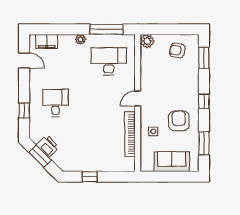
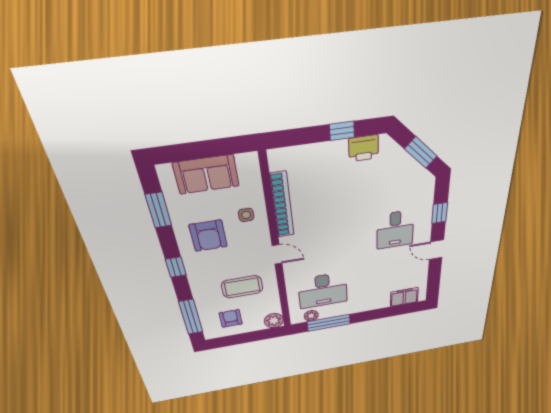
plant: (81, 39) -> (311, 316), moved
armchair: (177, 50) -> (231, 318), turned -101
window: (204, 58) -> (191, 317), width x1.44
door: (24, 61) -> (436, 250), moved
coffee table: (165, 77) -> (242, 287), added
door: (138, 99) -> (277, 254), hinge flipped
printer: (48, 146) -> (364, 148), moved, turned -45

